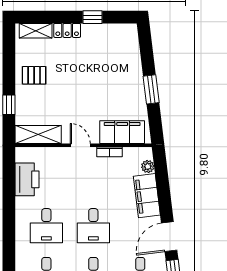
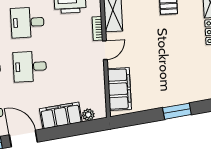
window: (151, 89) -> (177, 111), moved
bookcase: (110, 152) -> (97, 29), moved

